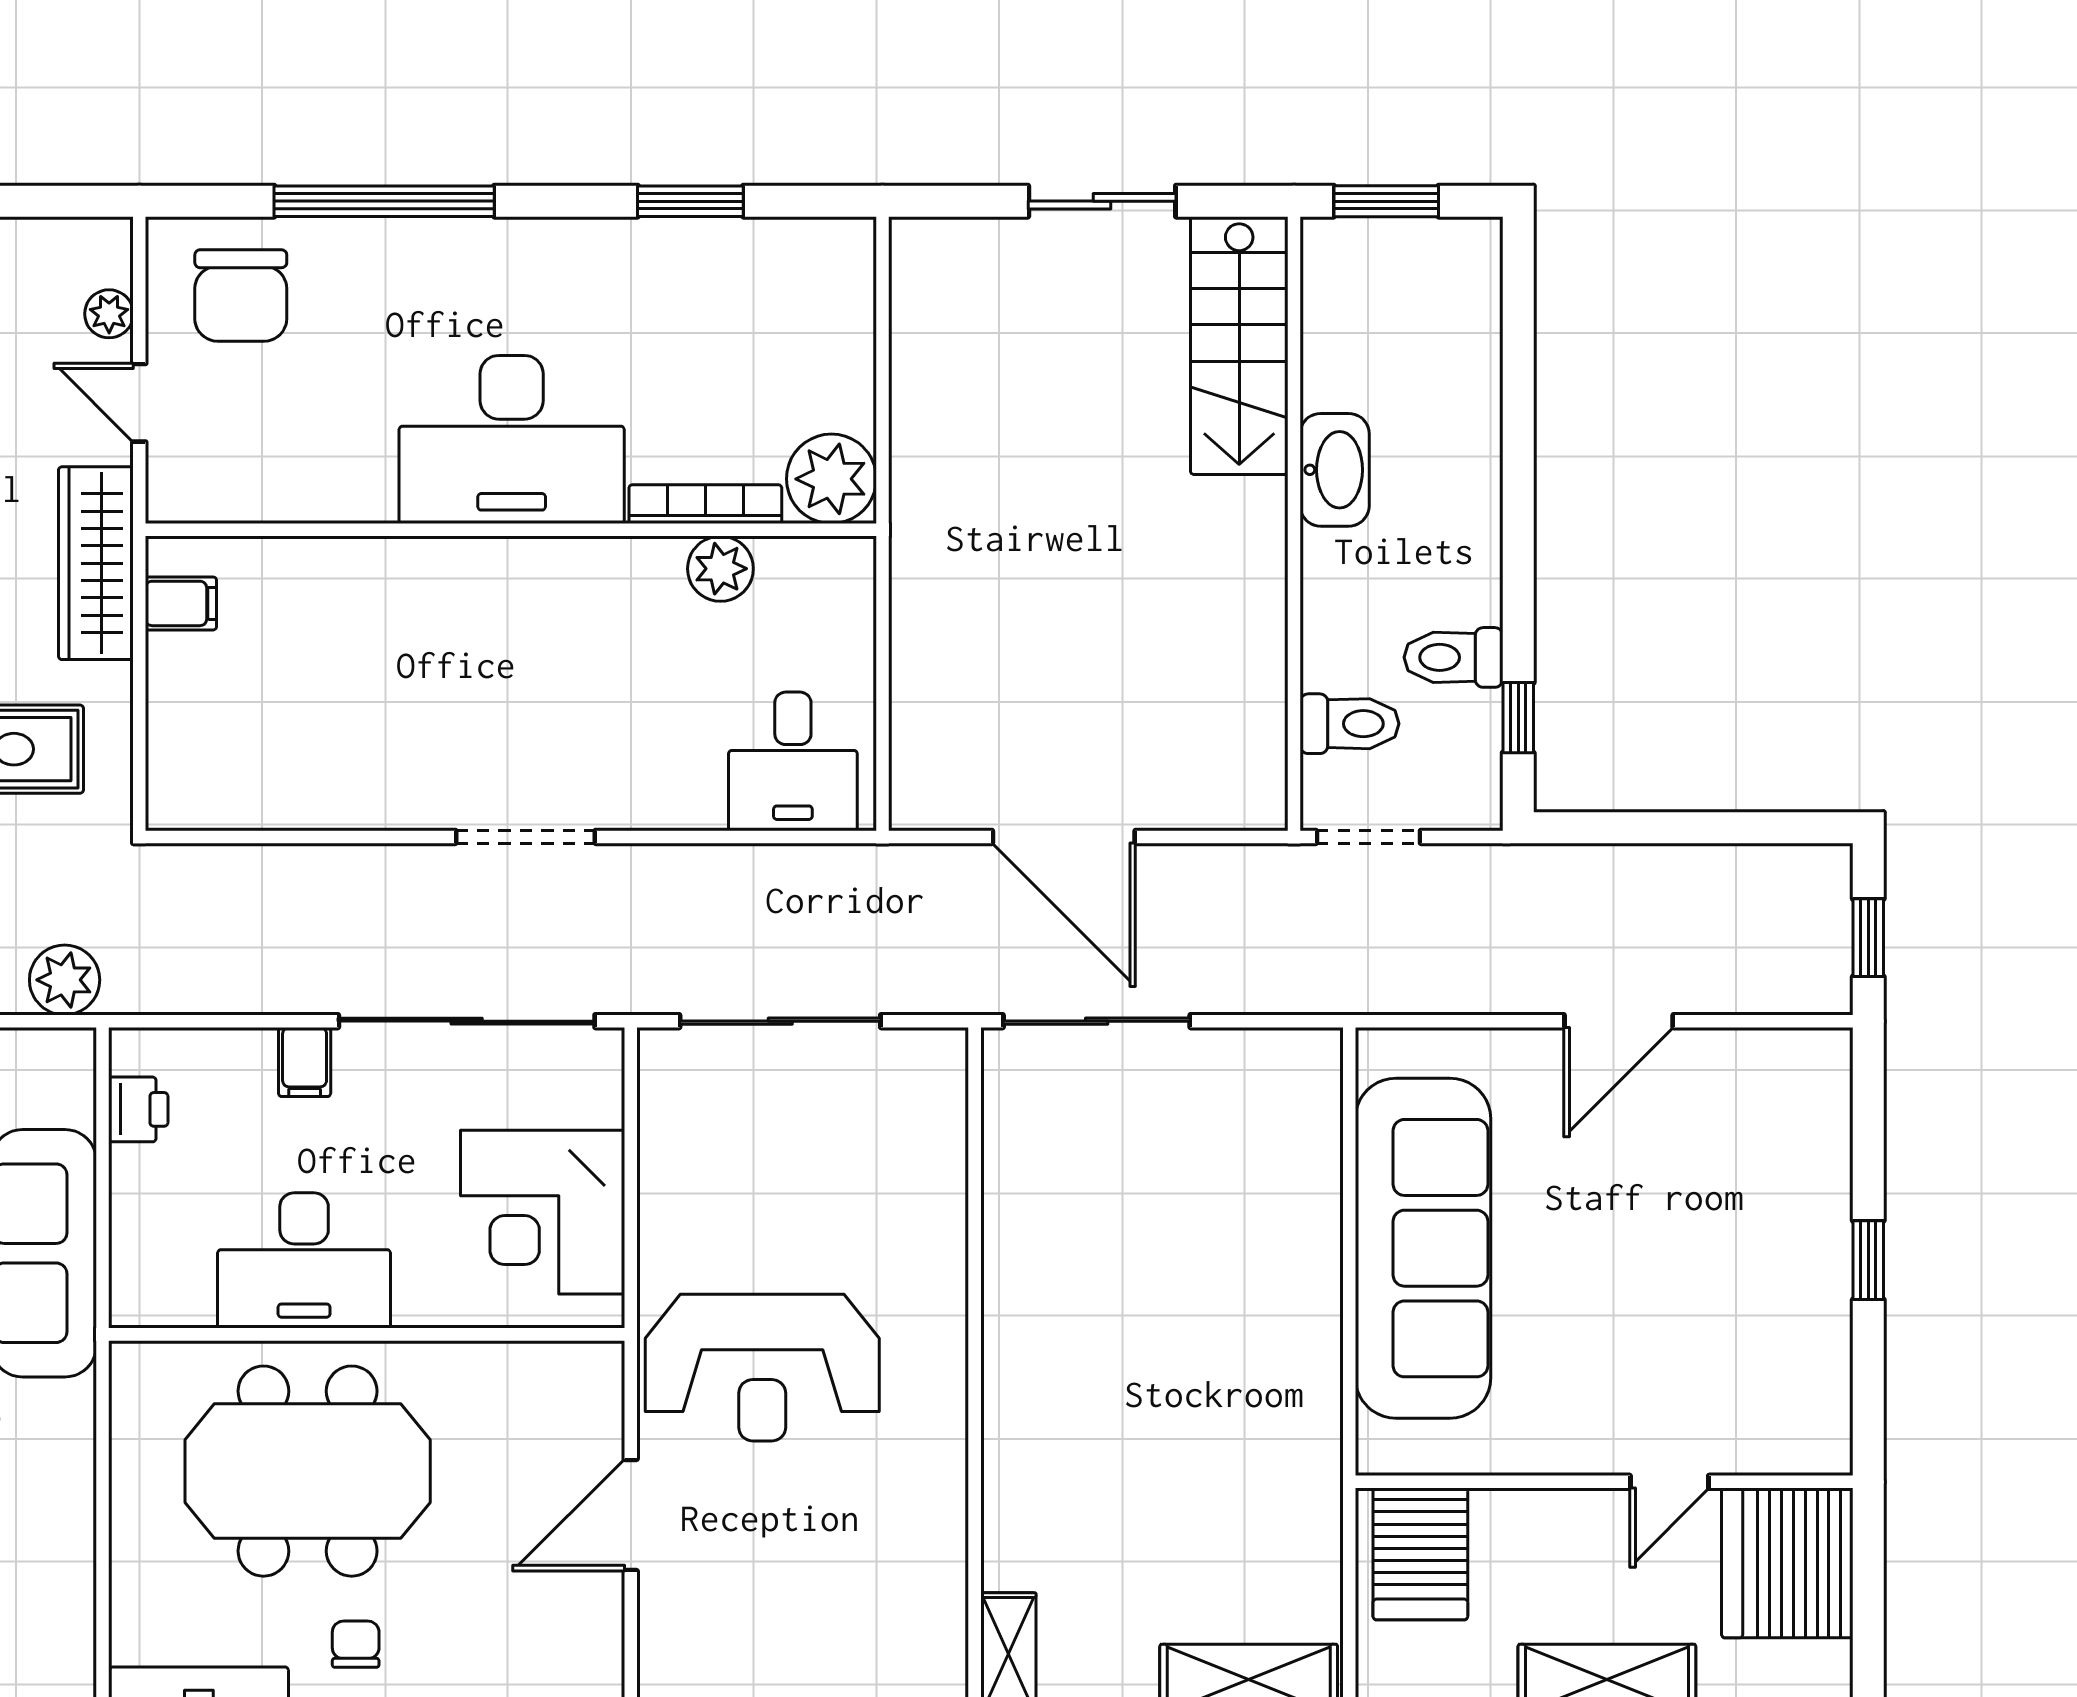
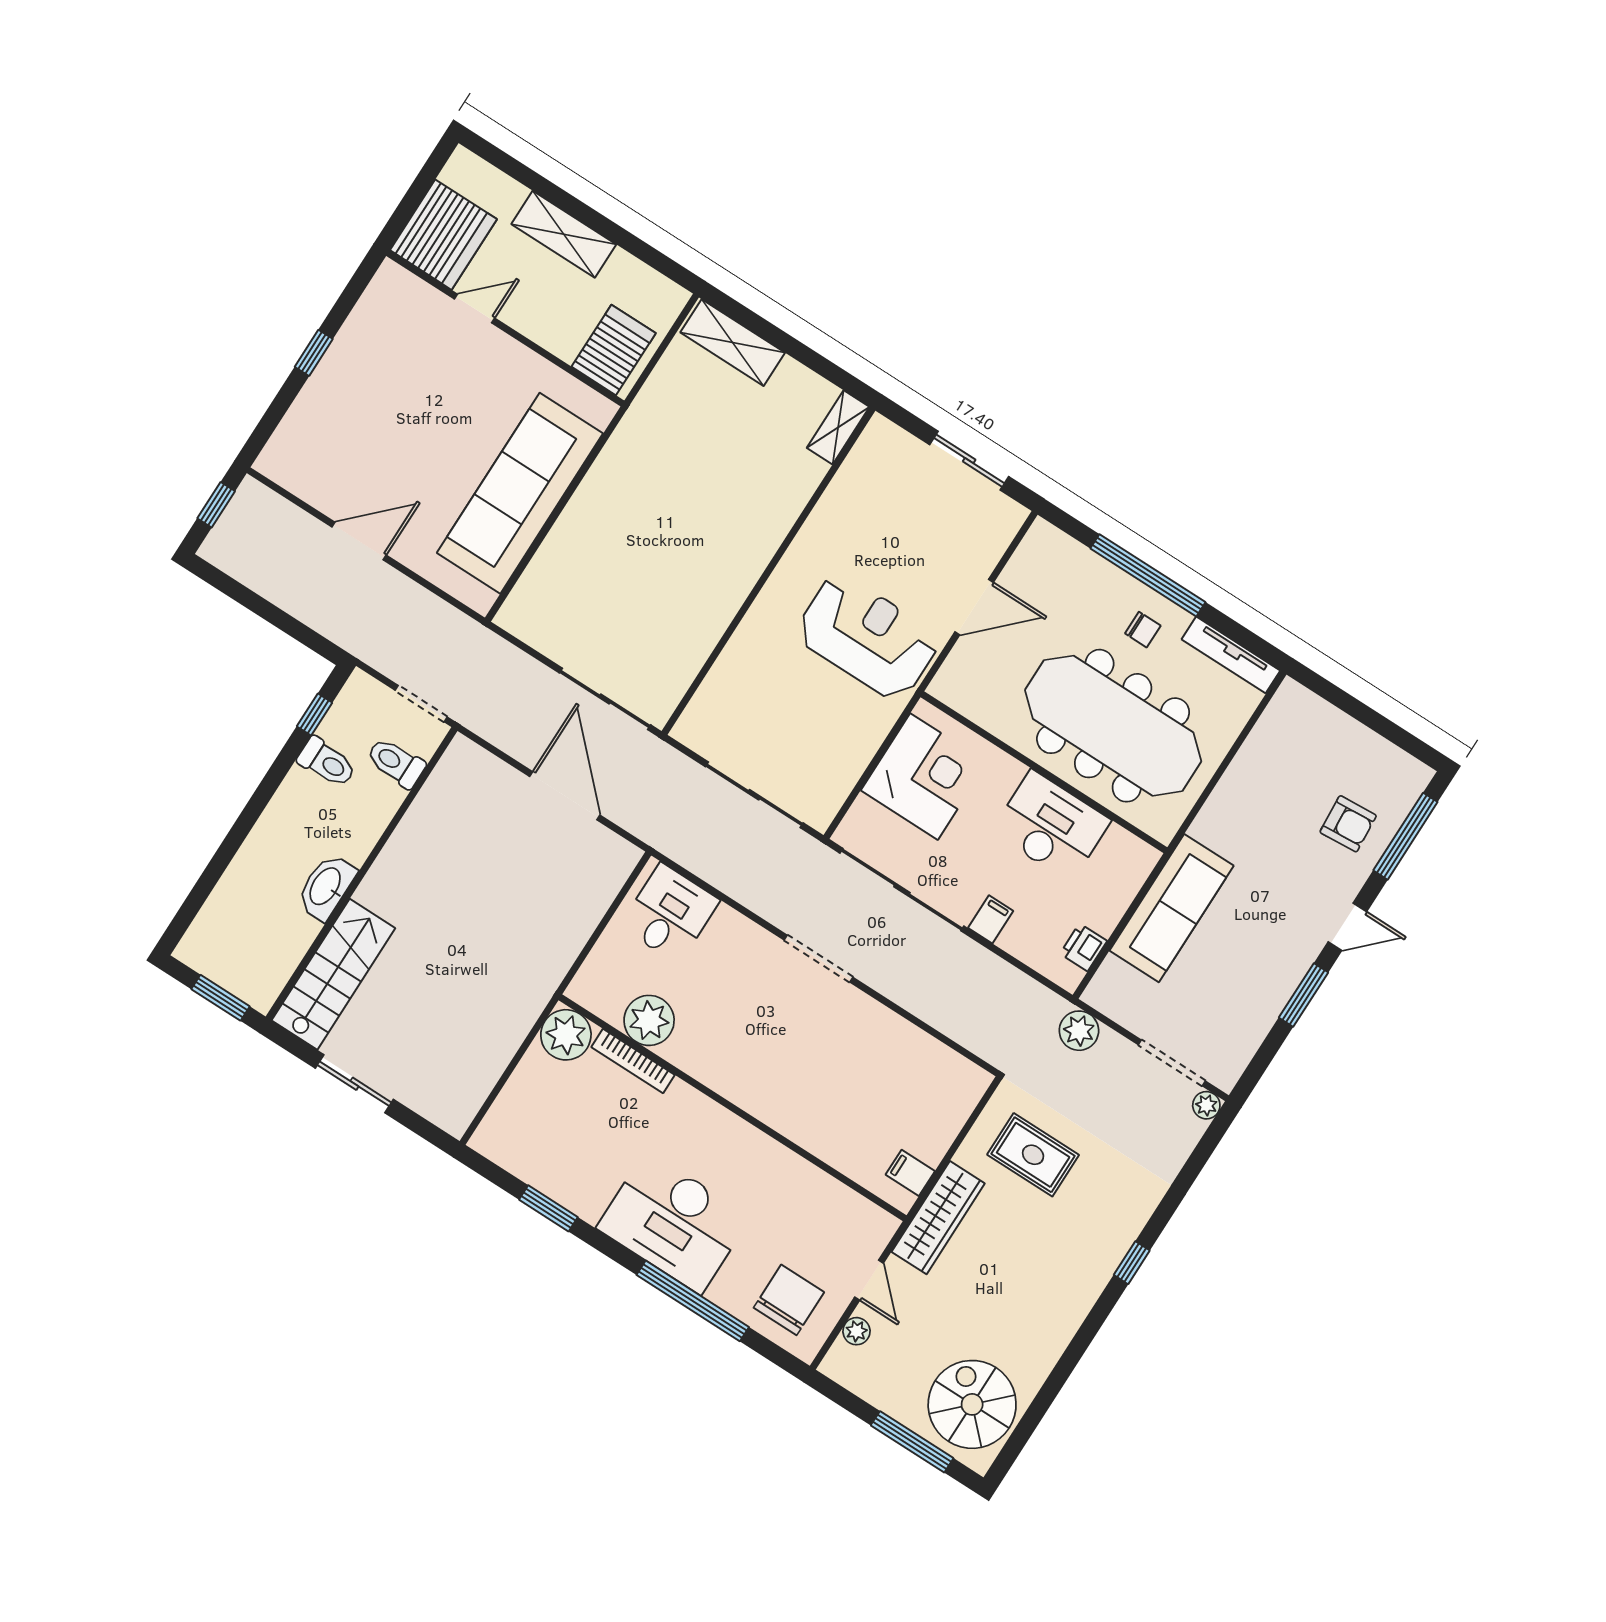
desk: (512, 439) -> (674, 1222), moved, turned 180
plant: (720, 569) -> (649, 1020), width x1.36, depth x1.36
meeting table: (308, 1471) -> (1113, 726), width x1.36
chair: (356, 1644) -> (1143, 630), turned -90

